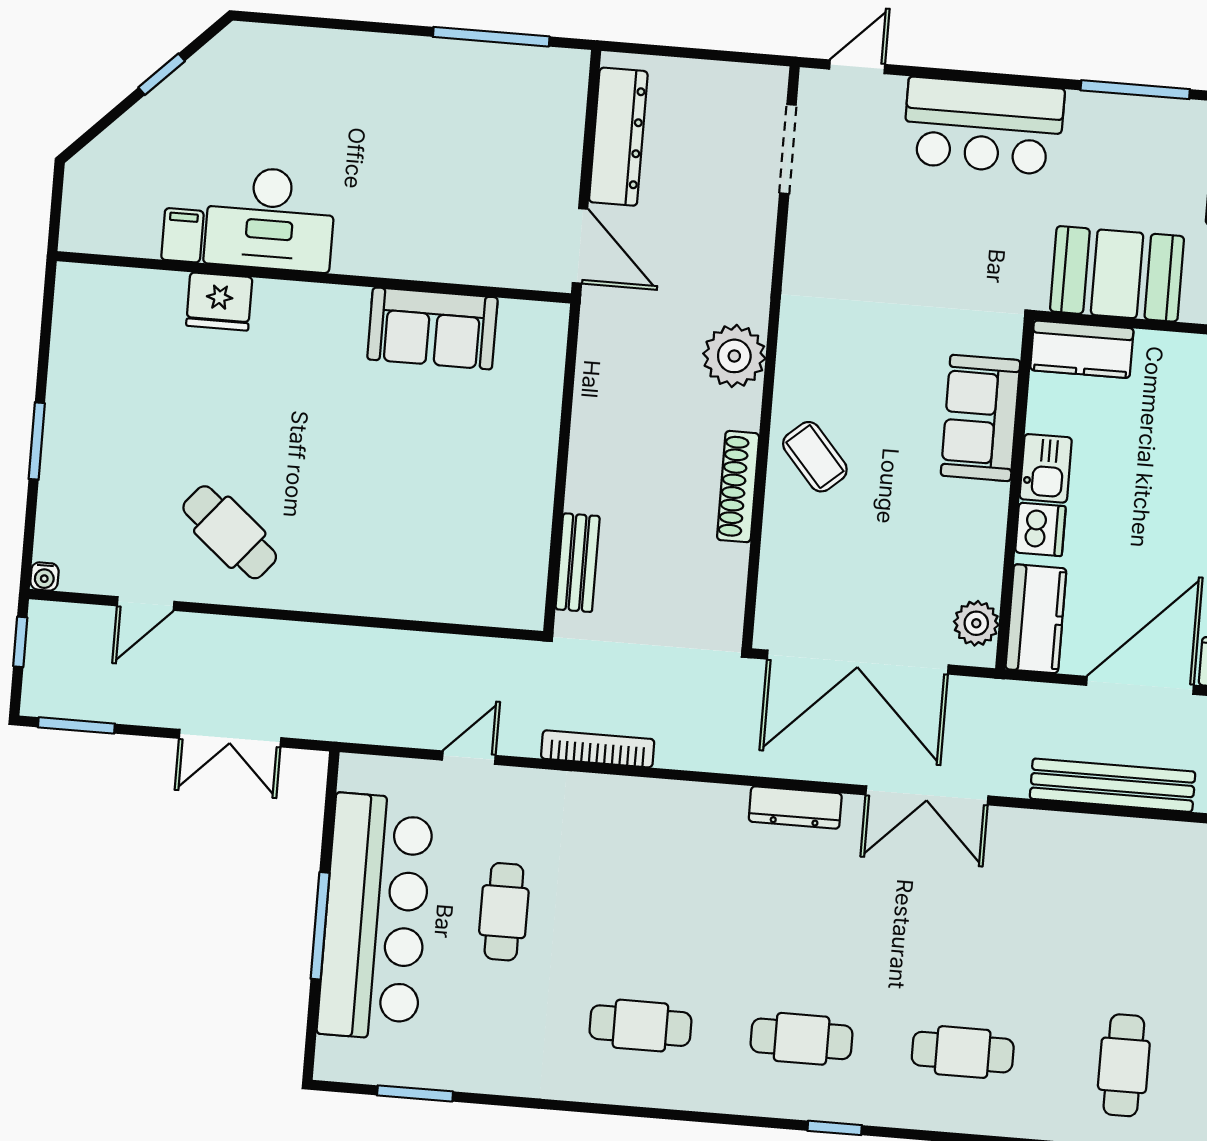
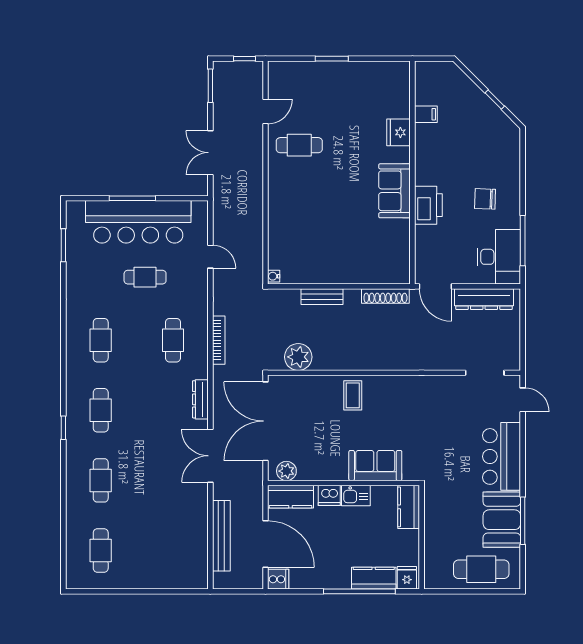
chair: (388, 115) -> (485, 199), added
desk: (270, 219) -> (499, 257), moved, turned 180
door: (580, 246) -> (435, 286), hinge flipped
printer: (392, 247) -> (428, 205), added
booth: (1117, 274) -> (502, 520), moved
sofa: (432, 328) -> (395, 191), moved
plant: (734, 356) -> (298, 357), moved
coffee table: (815, 457) -> (353, 395), turned -49
shoe rack: (738, 487) -> (385, 296), moved, turned 180
cafe table: (230, 532) -> (299, 145), turned 50
bench: (578, 563) -> (322, 297), moved
water cooler: (44, 576) -> (274, 276), moved
door: (146, 604) -> (265, 111), swing flipped
bookcase: (598, 749) -> (219, 340), moved
cafe table: (654, 859) -> (173, 340), added
cafe table: (1124, 1065) -> (101, 550), turned 90

